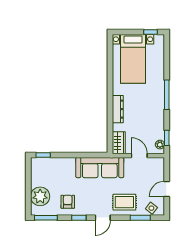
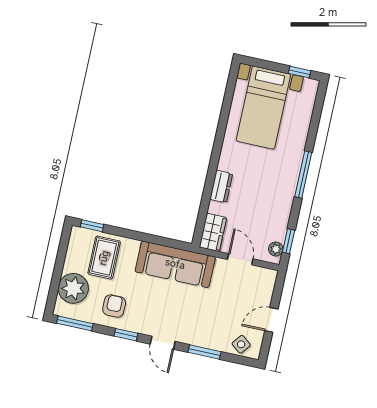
dresser: (118, 109) -> (221, 187), width x0.70
rug: (124, 202) -> (104, 258), moved, turned 90
door: (103, 218) -> (163, 343), hinge flipped
window: (140, 218) -> (205, 352), moved

